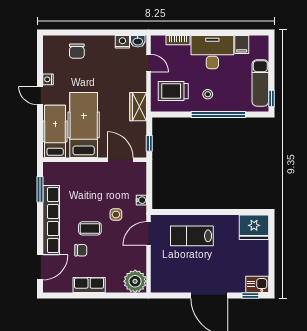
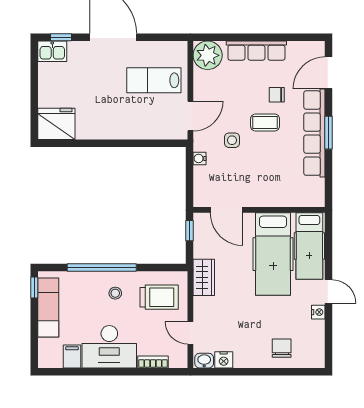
window: (40, 189) -> (328, 133), moved
lab bench: (192, 236) -> (154, 80), moved, turned 180
row of seats: (89, 285) -> (256, 51), width x1.48

